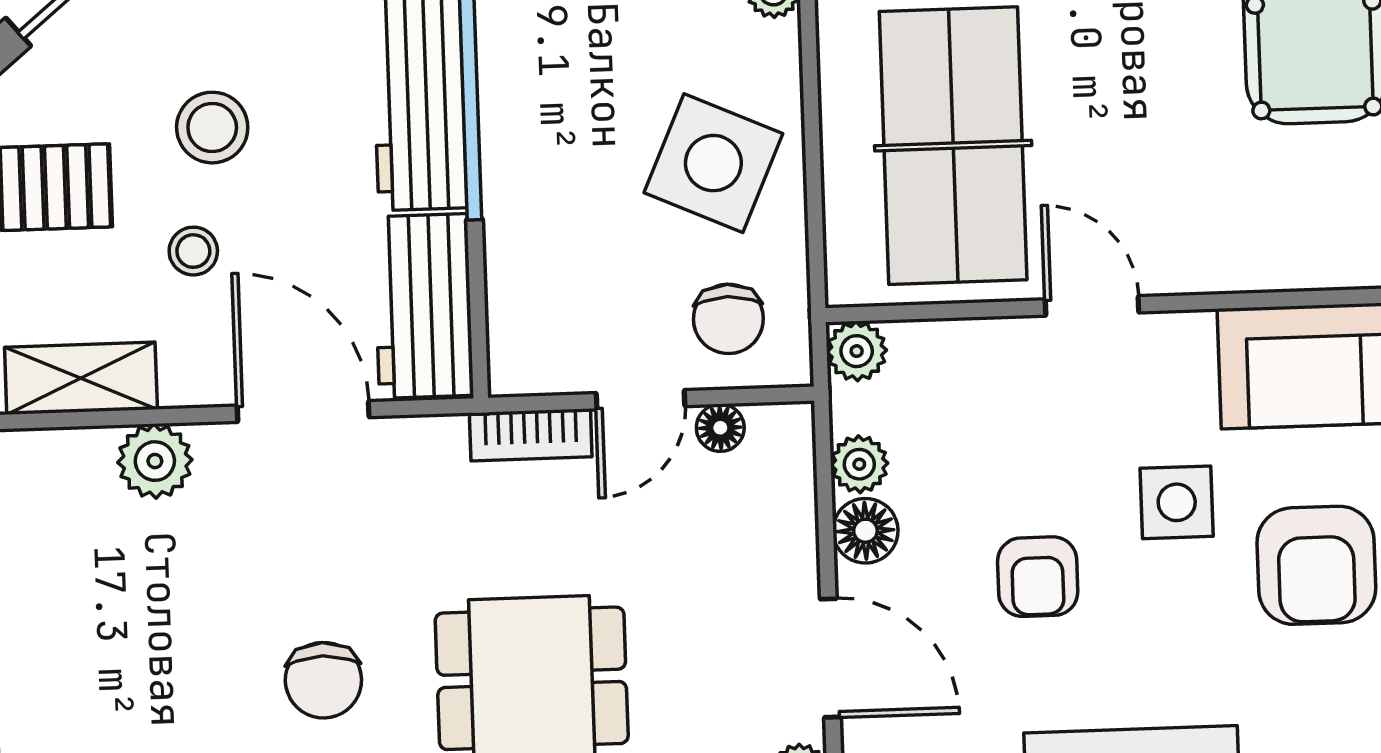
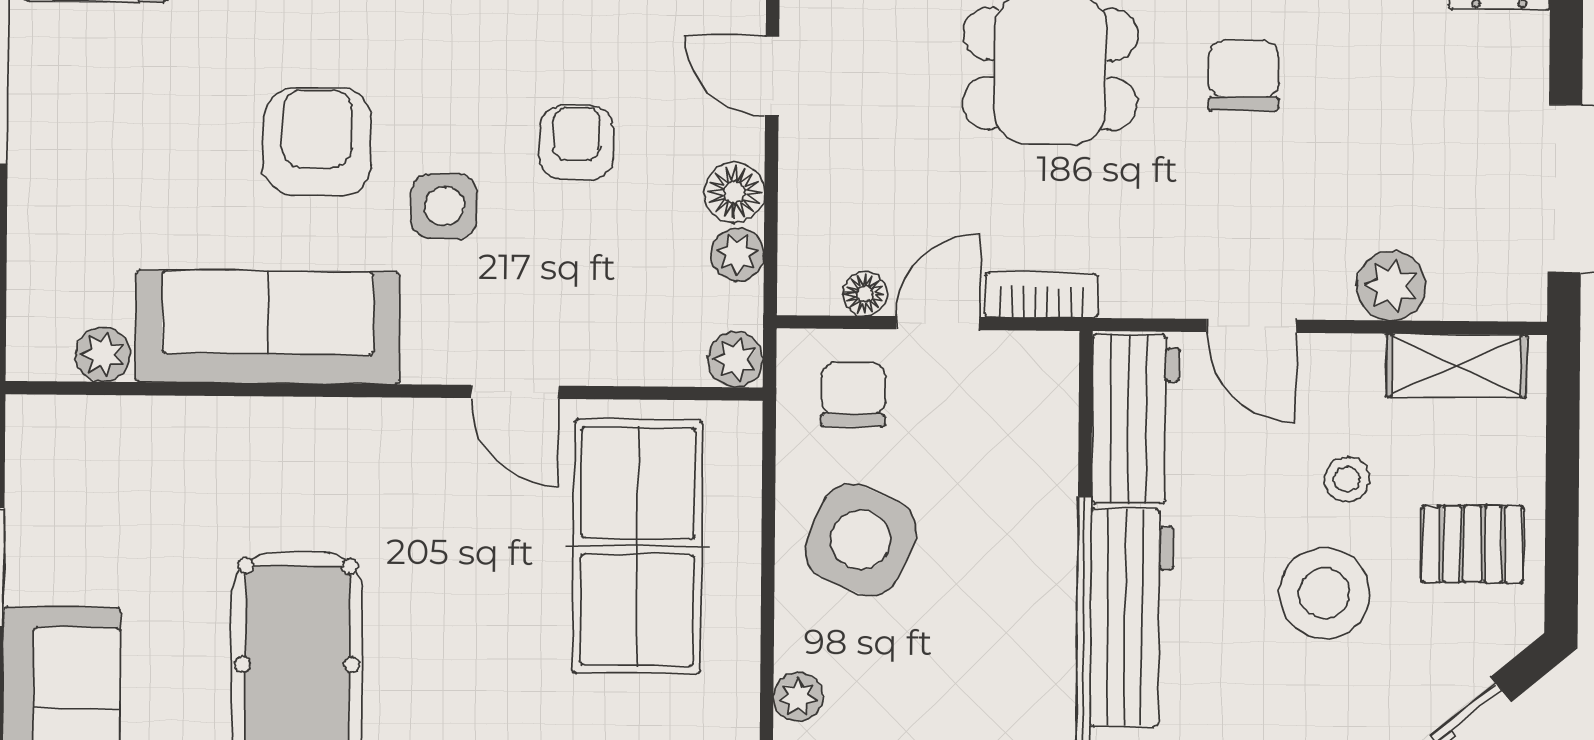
stool: (212, 128) -> (1324, 593), width x1.38, depth x1.38
door: (303, 411) -> (1252, 326), width x0.73
door: (830, 658) -> (772, 76), width x0.73

